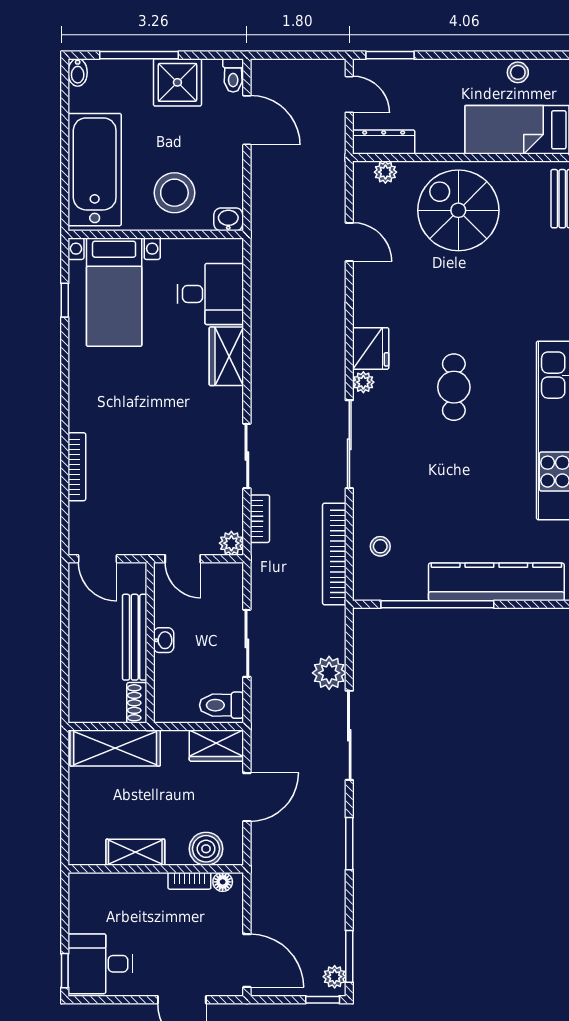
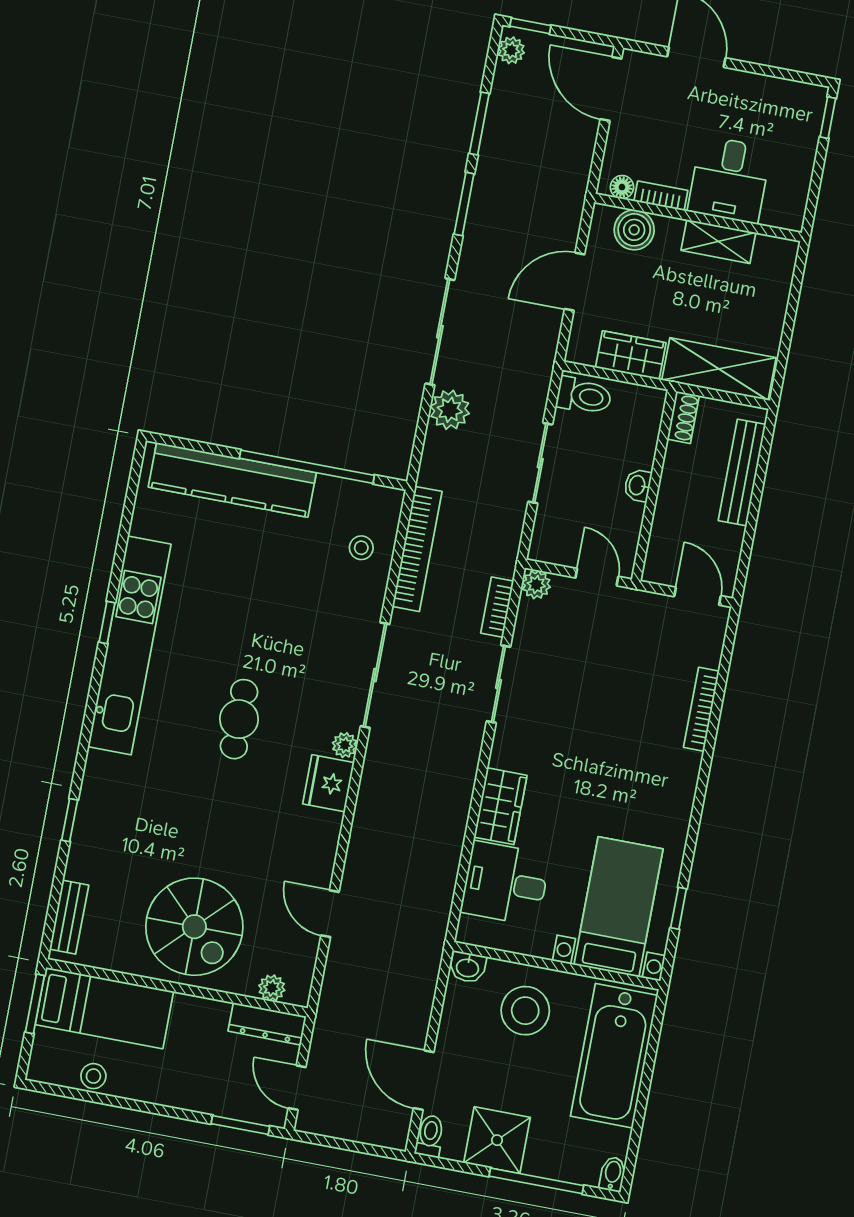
bench: (135, 637) -> (742, 472), moved
wardrobe: (216, 746) -> (631, 355), moved
window: (349, 956) -> (479, 124), moved
desk: (101, 964) -> (729, 180), moved, turned 90

